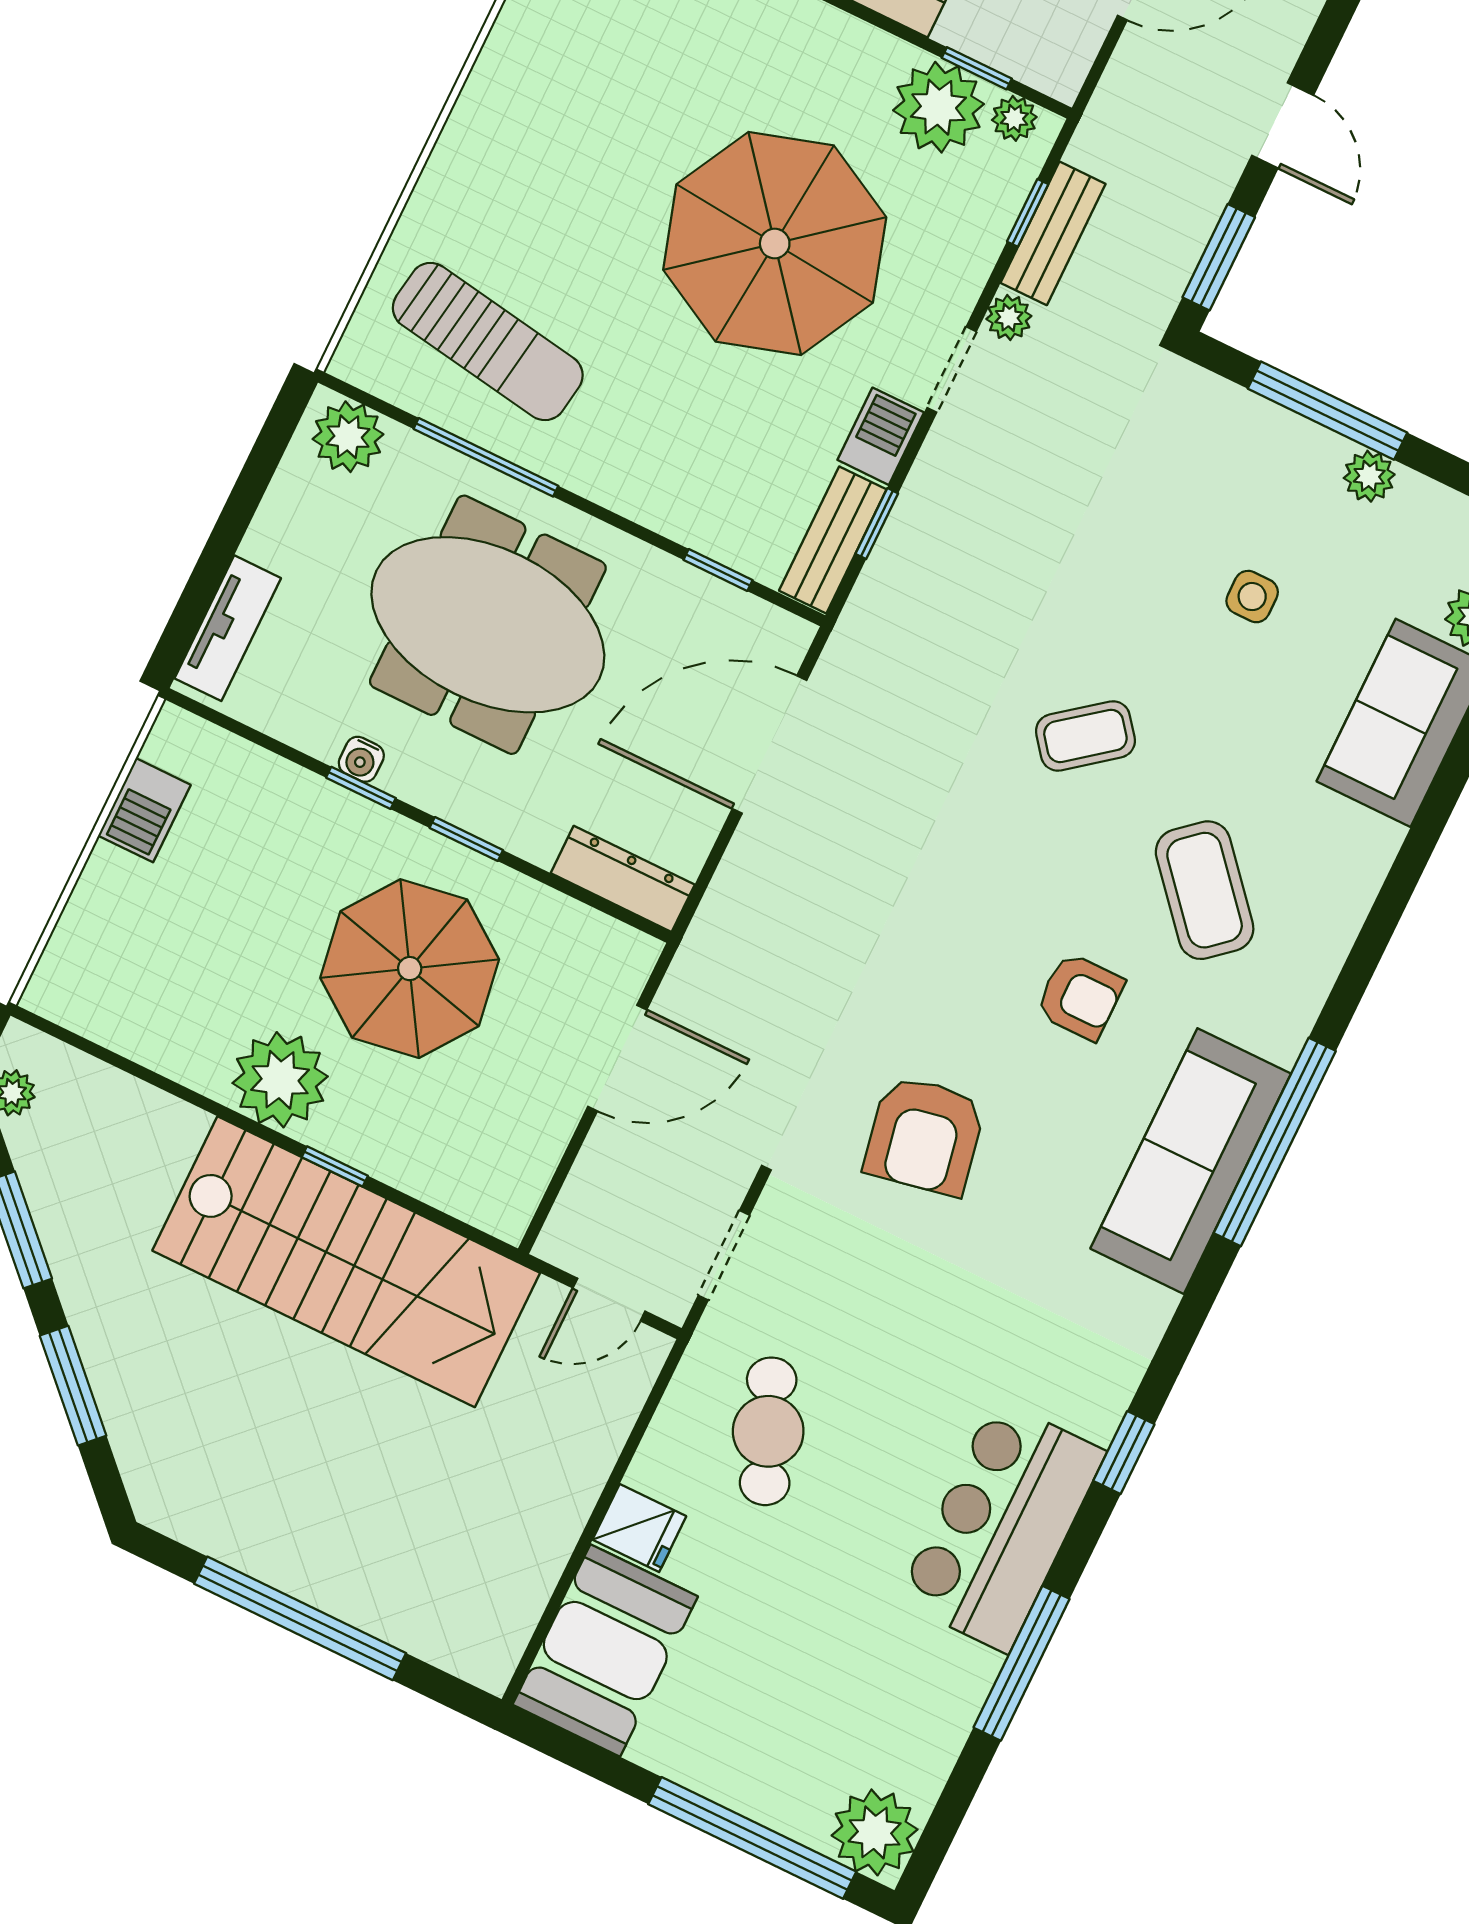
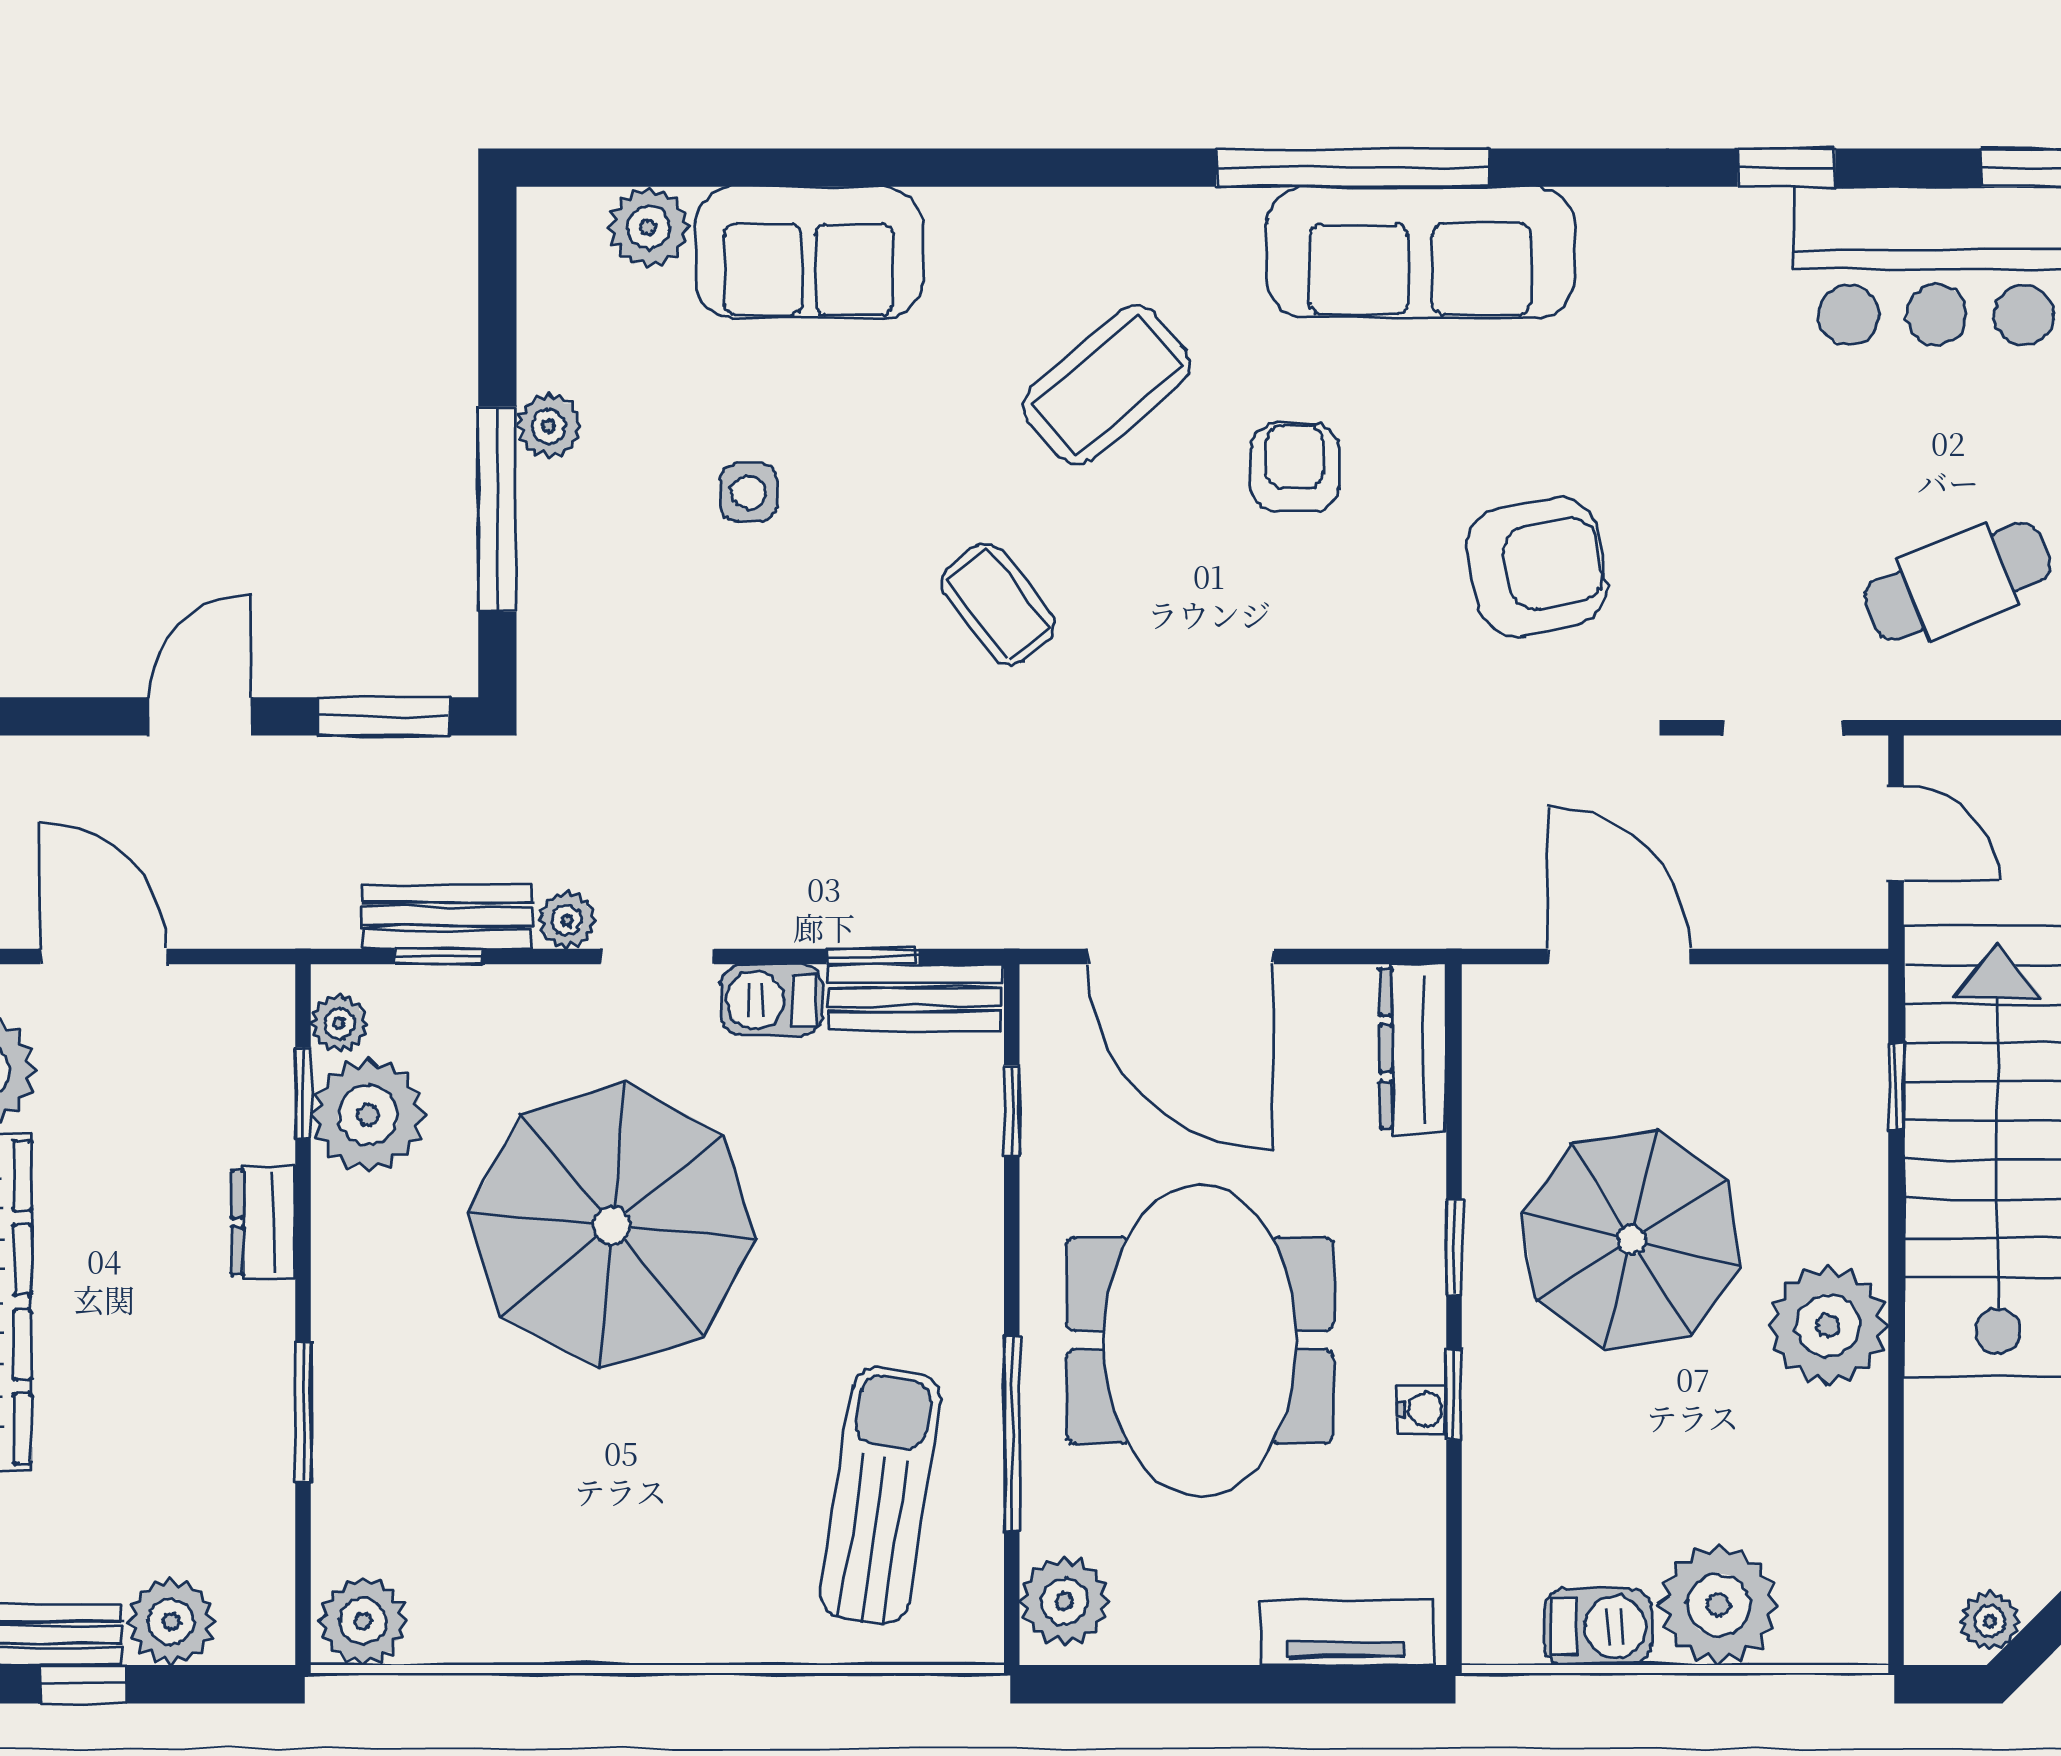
plant: (118, 904) -> (1719, 1605), added
window: (335, 1166) -> (1896, 1086), moved

